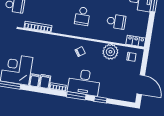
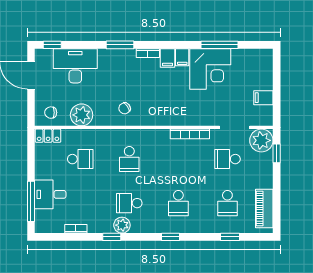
school desk: (82, 16) -> (129, 159), turned 180
school desk: (116, 22) -> (80, 159), turned 180
desk: (84, 82) -> (75, 66), moved
window: (100, 100) -> (52, 45), moved

